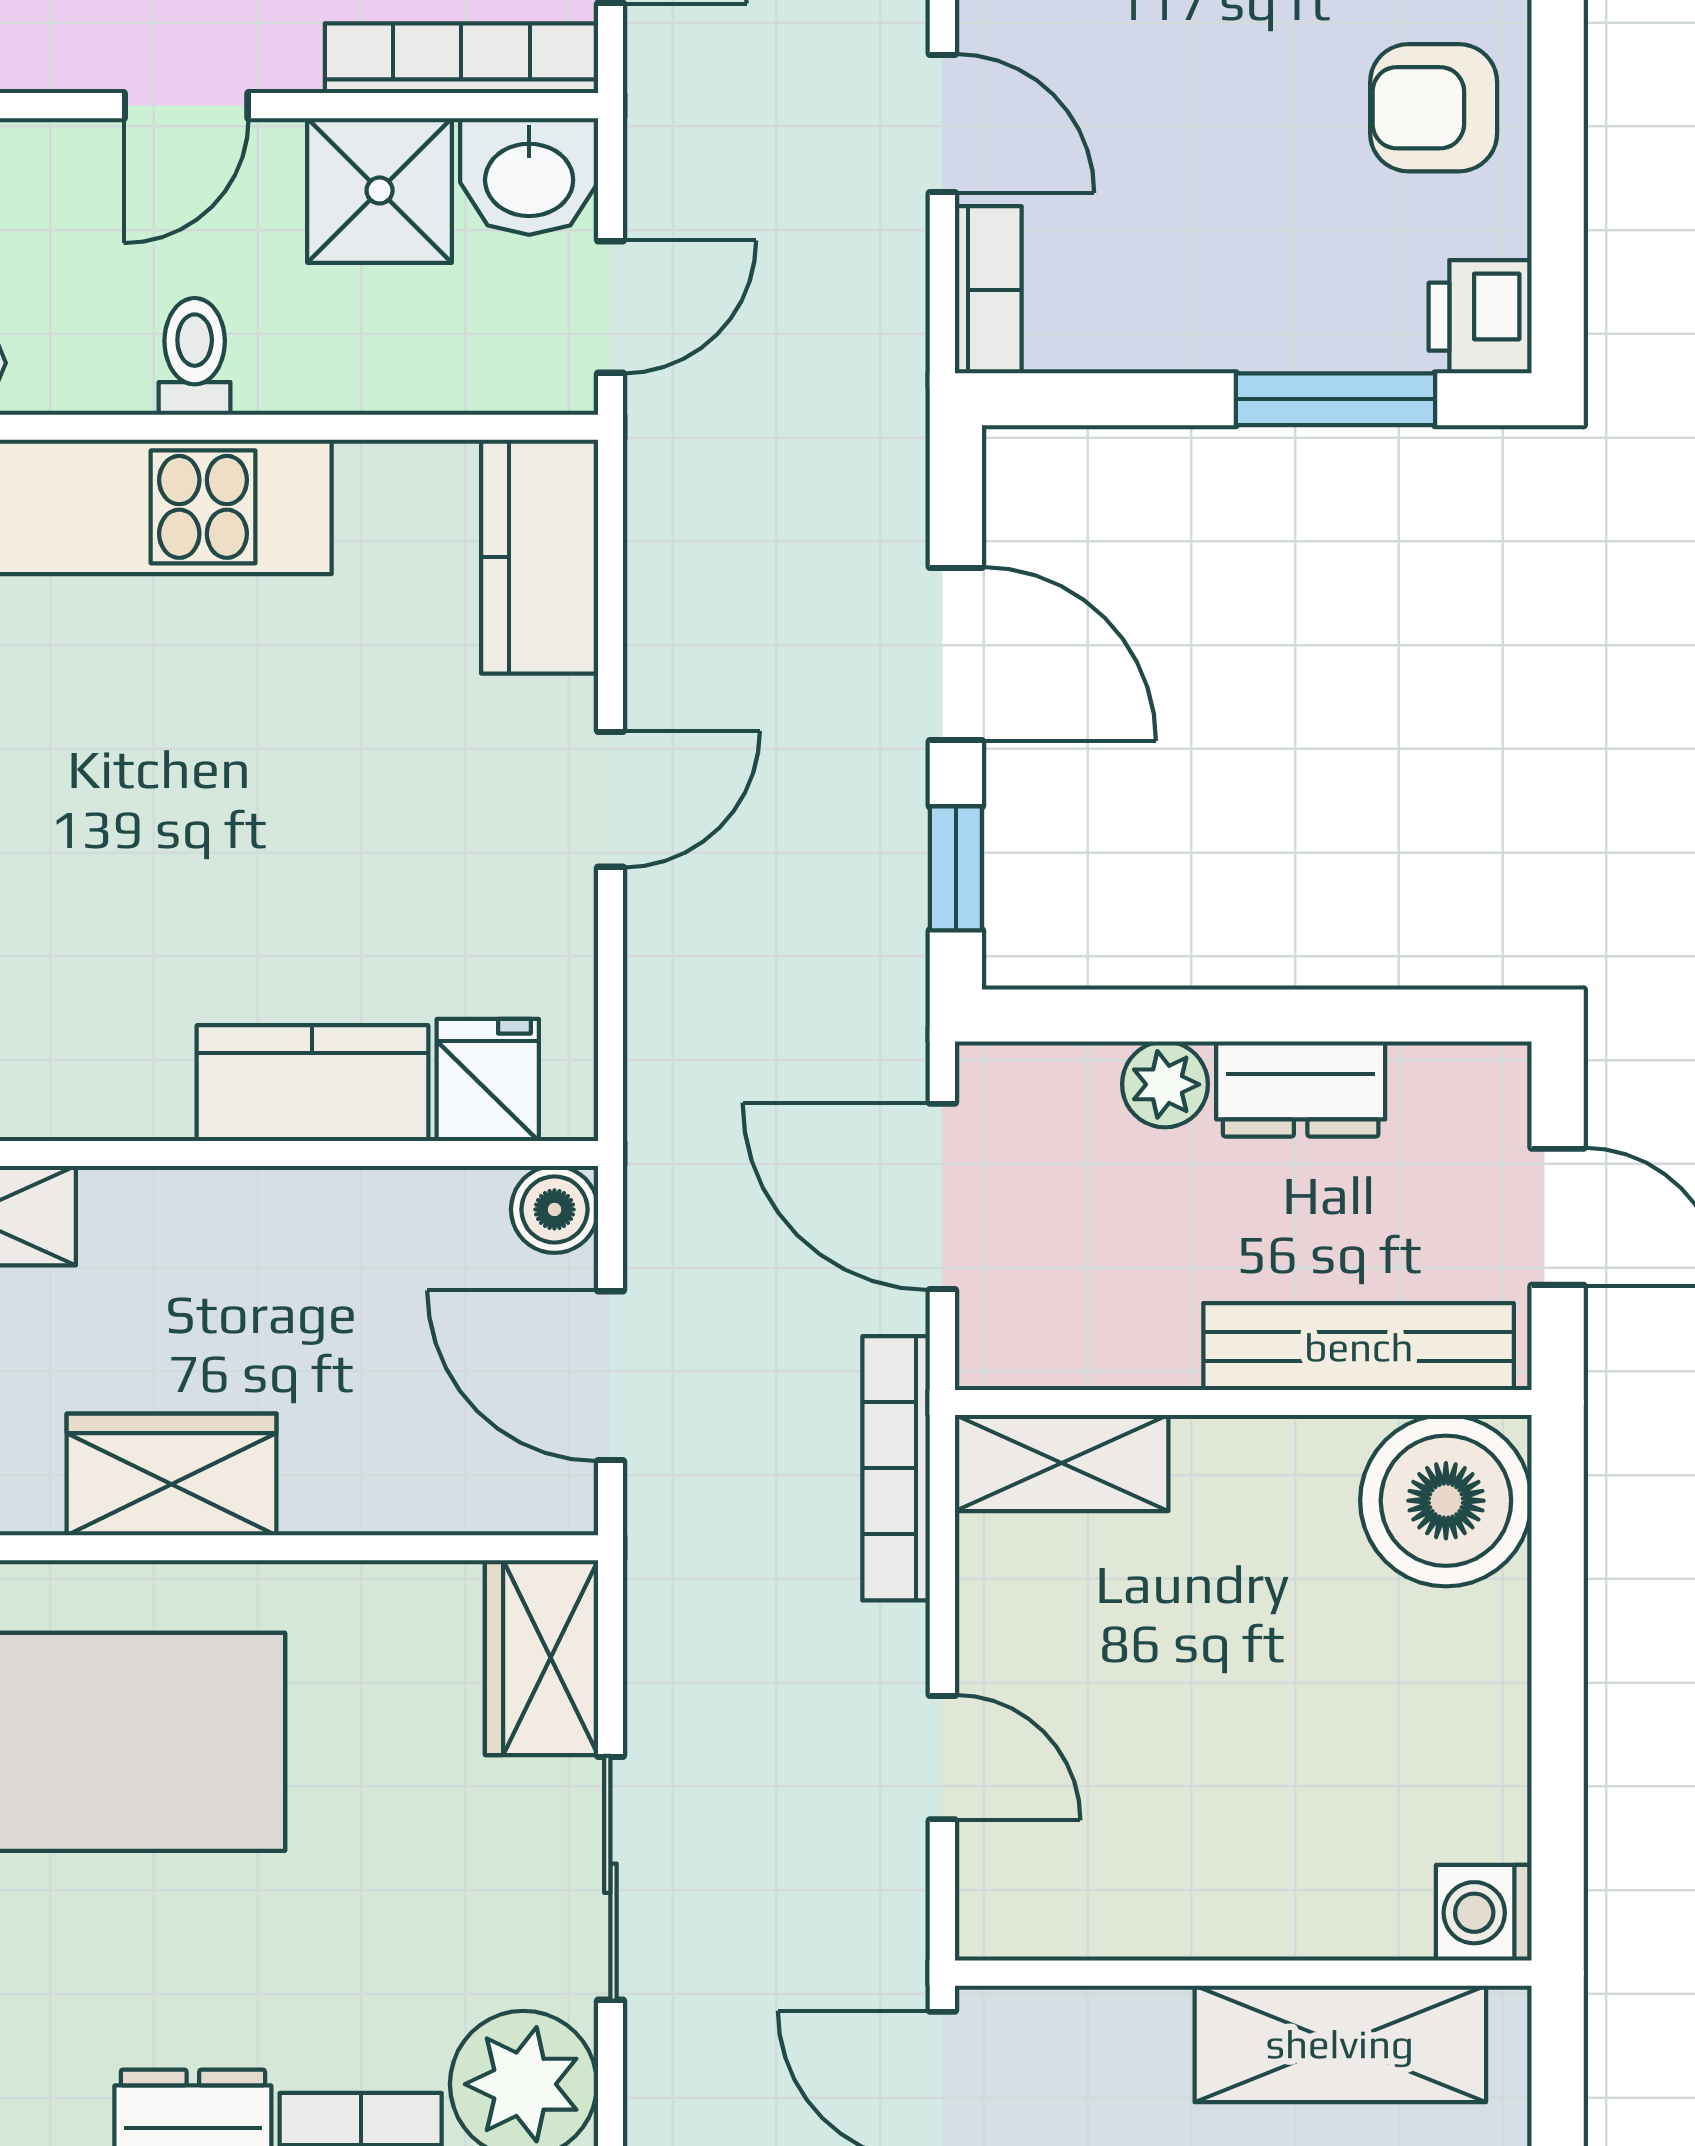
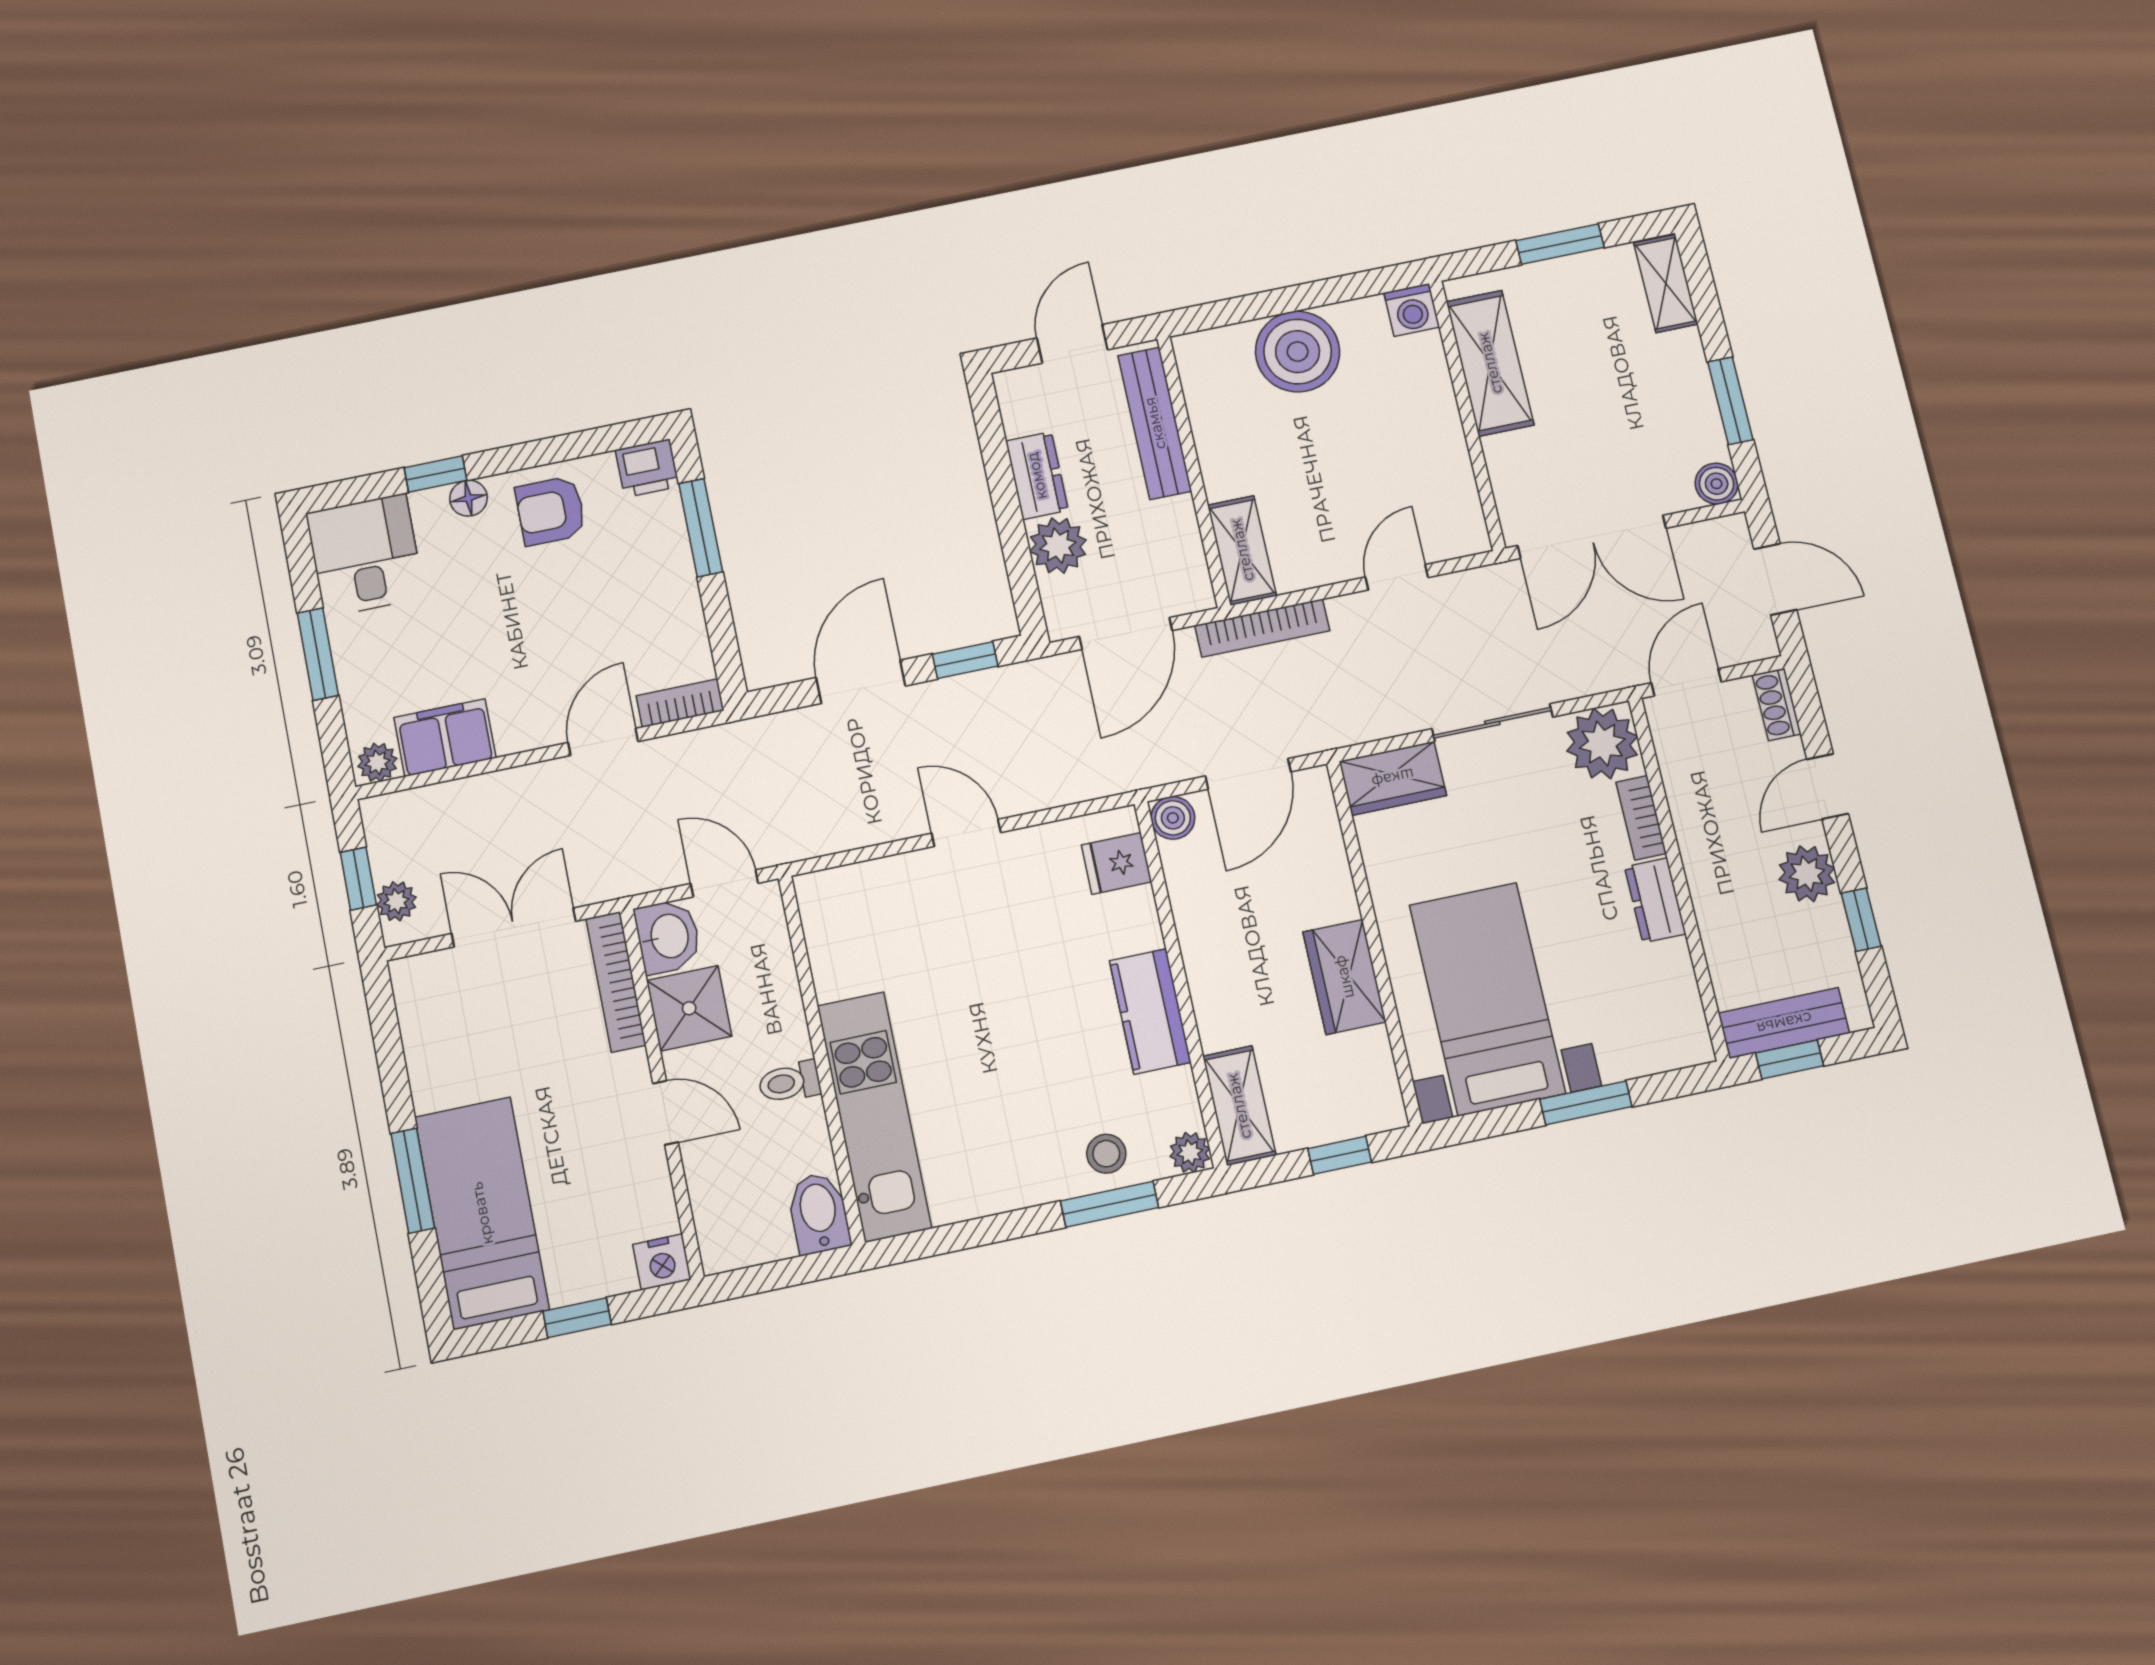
armchair: (1434, 108) -> (550, 511), turned 90
kitchen counter: (540, 557) -> (854, 892), removed
kitchen counter: (312, 1083) -> (1150, 1011), moved
plant: (1165, 1084) -> (1058, 546), width x1.38, depth x1.38
boiler: (1446, 1501) -> (1298, 352), moved

